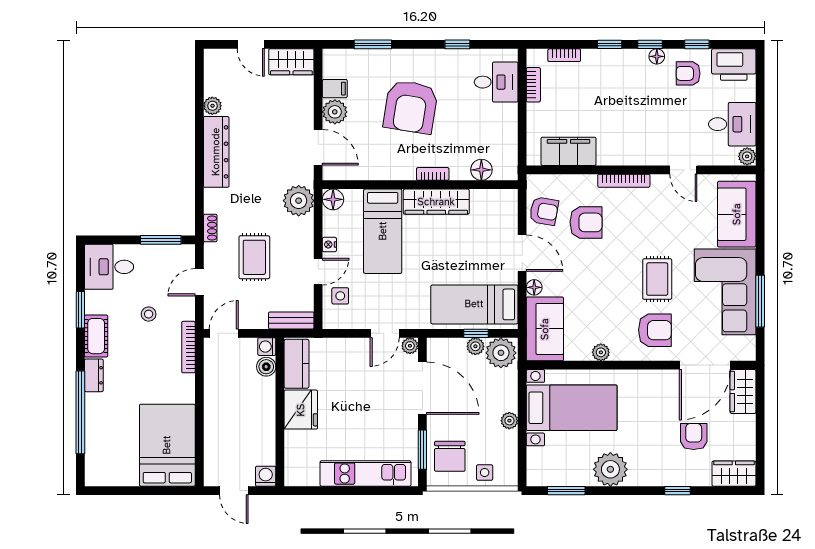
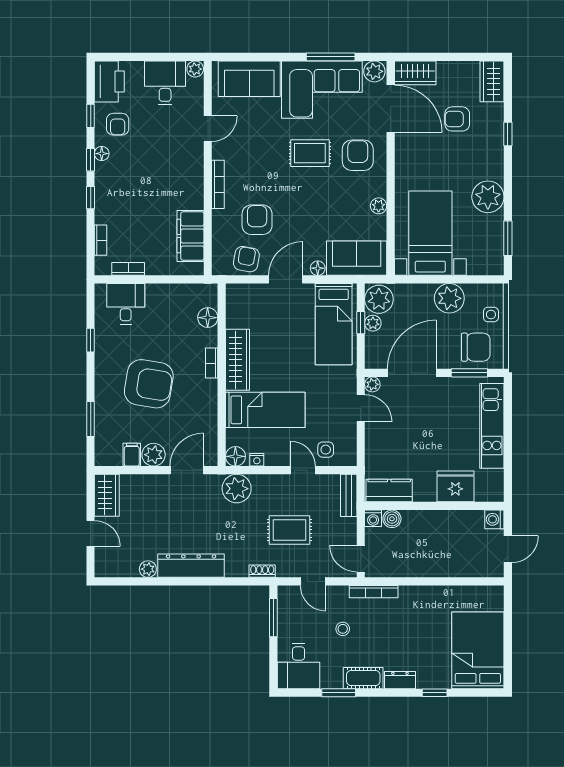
door: (251, 44) -> (91, 533), hinge flipped
nightstand: (329, 245) -> (257, 460), moved
plant: (744, 348) -> (374, 71), added
fridge: (301, 410) -> (455, 486), moved
window: (80, 412) -> (435, 693), width x0.32
plant: (509, 421) -> (449, 298), width x1.88, depth x1.88
bed: (167, 445) -> (478, 650), moved, turned 90

